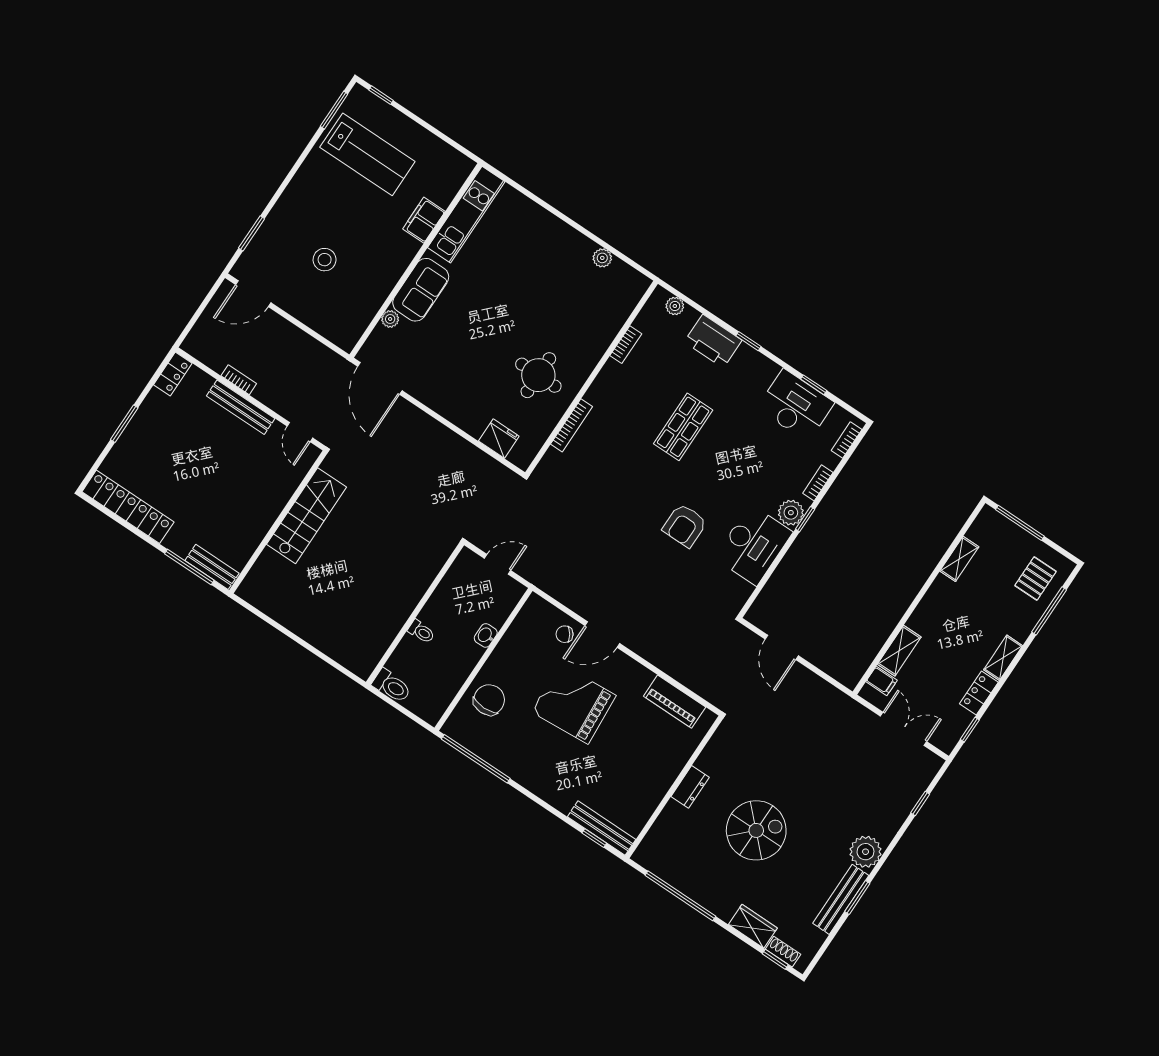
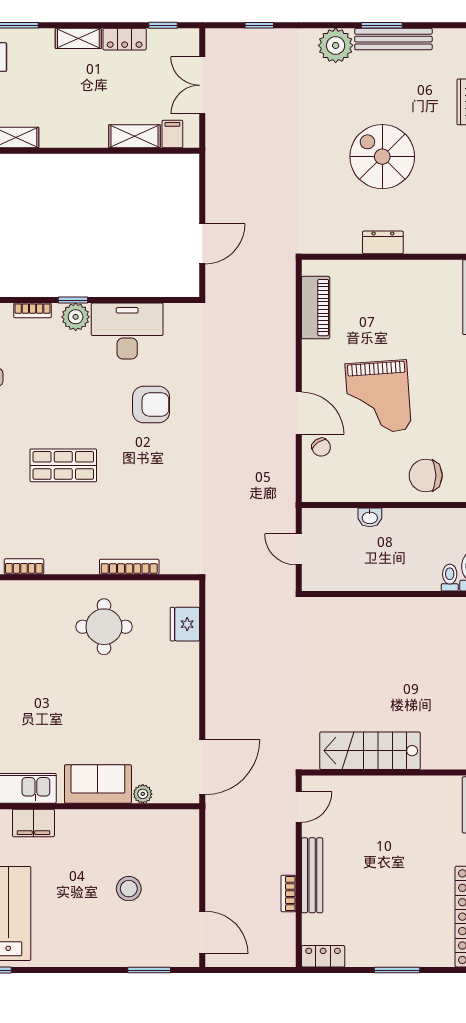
toilet: (421, 632) -> (450, 578), moved

